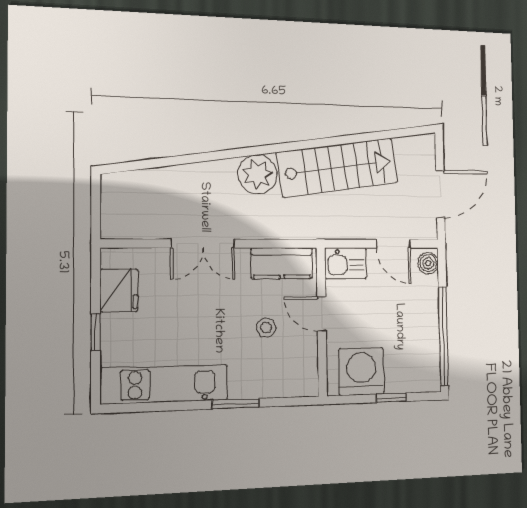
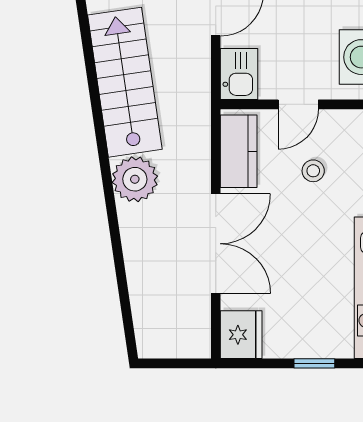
double door: (203, 243) -> (216, 244), width x1.37
fridge: (119, 290) -> (241, 335), moved, turned 90

